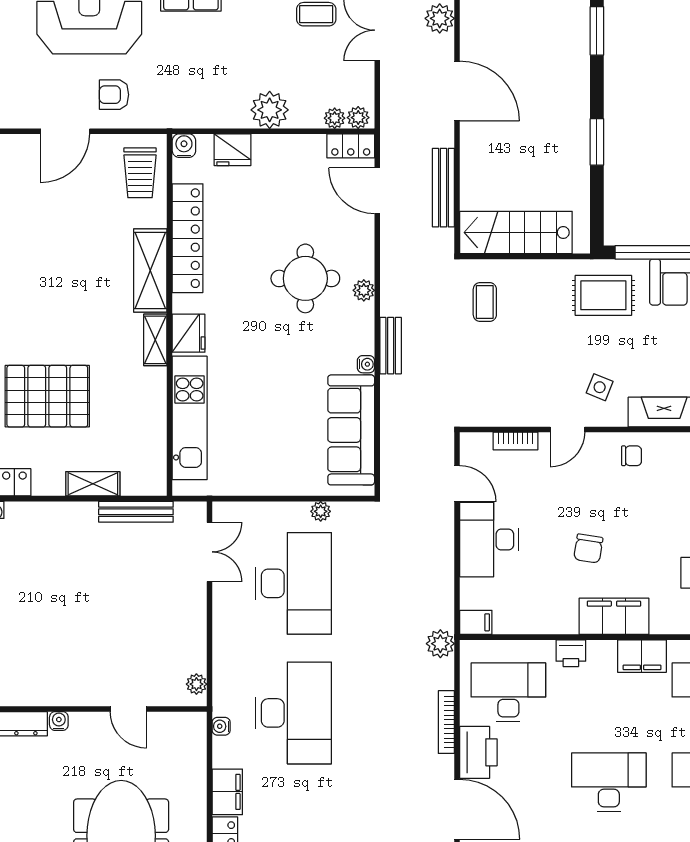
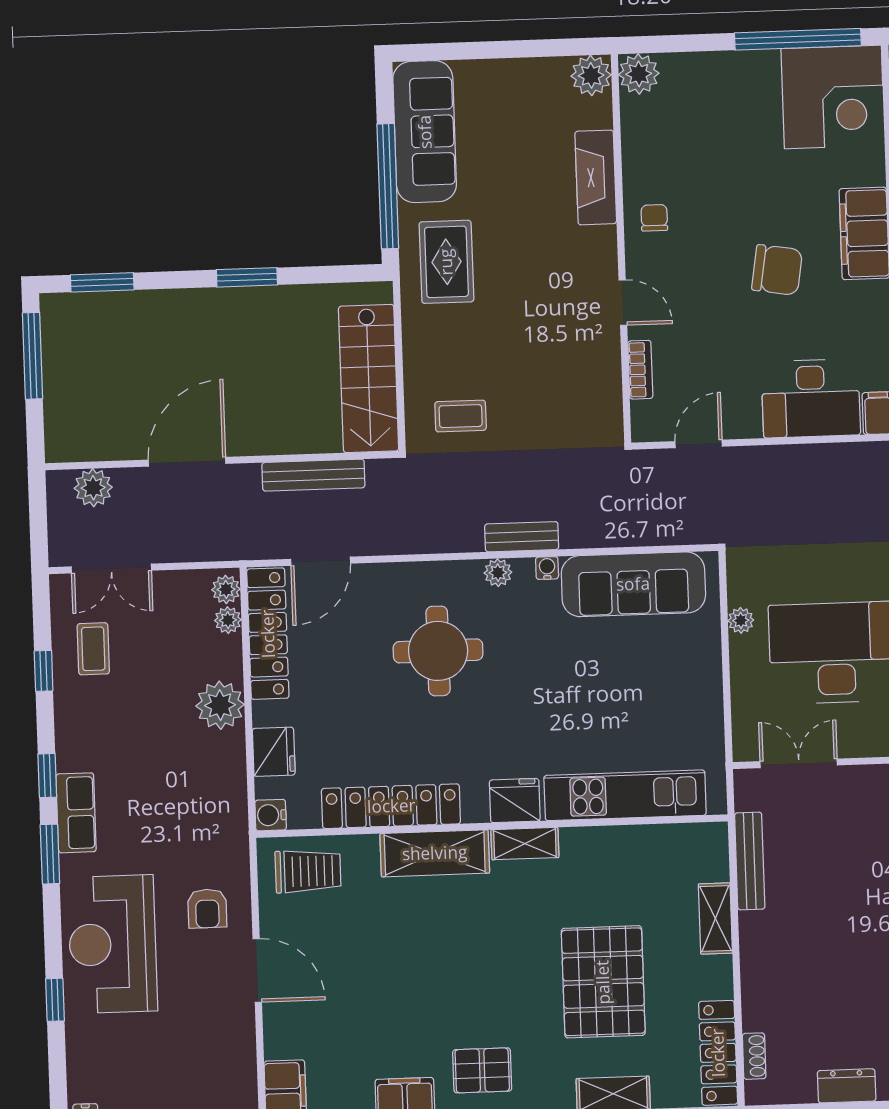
locker: (351, 146) -> (268, 634), width x2.16, depth x1.21
plant: (364, 290) -> (498, 573), moved
side table: (600, 387) -> (566, 262), removed
desk: (489, 540) -> (811, 398), moved
chair: (588, 549) -> (777, 270), width x1.37, depth x1.37

